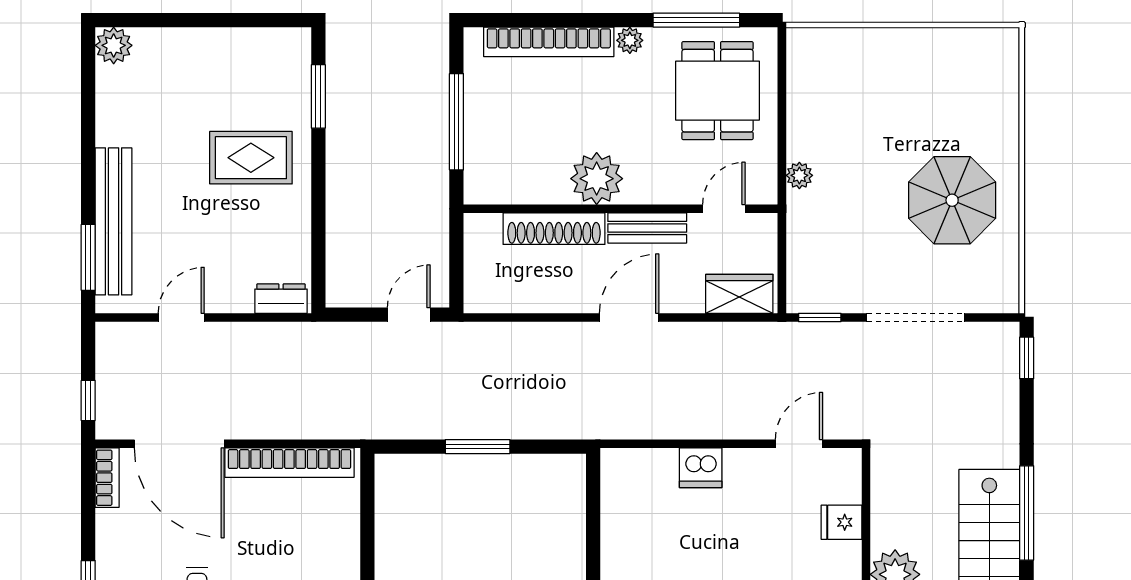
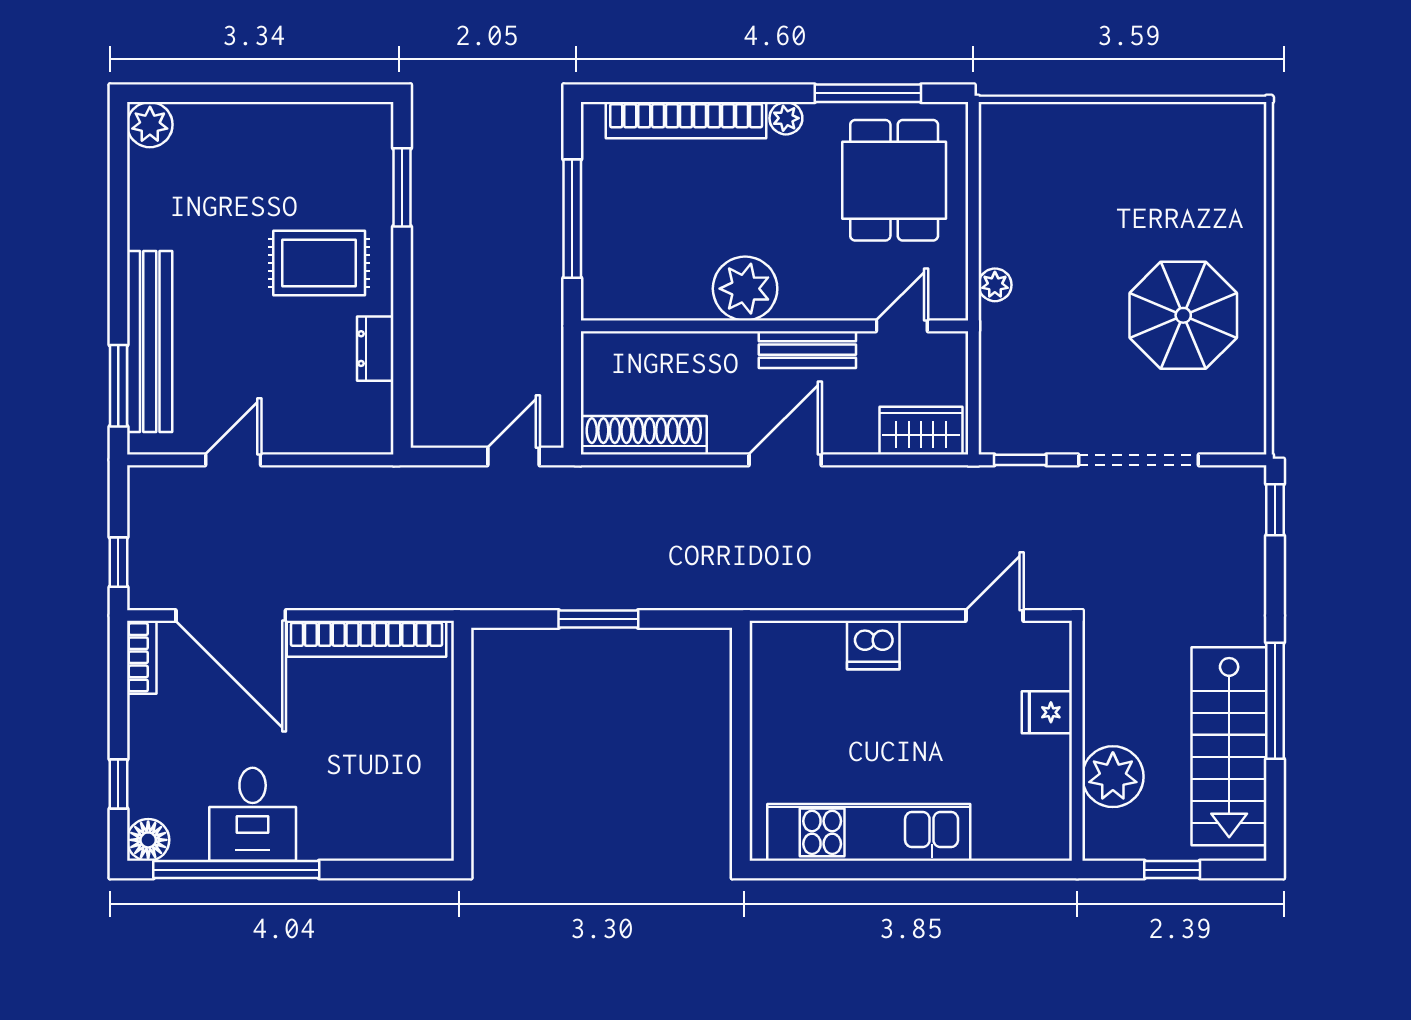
shoe rack: (554, 229) -> (644, 435), moved, turned 180
dresser: (281, 299) -> (375, 349), moved, turned -90

